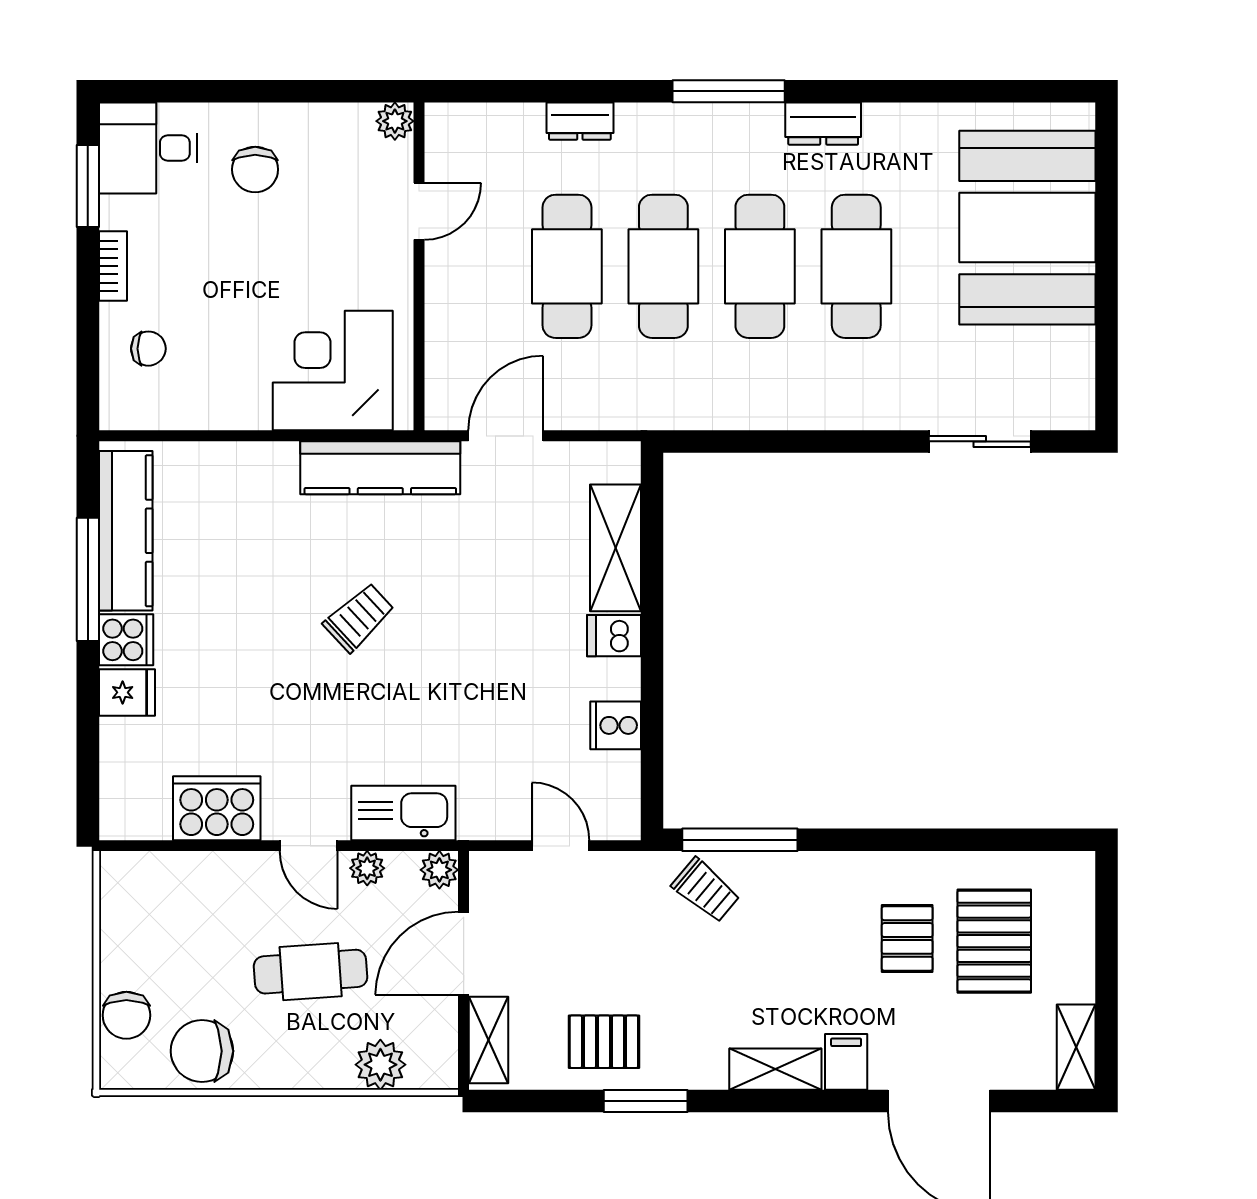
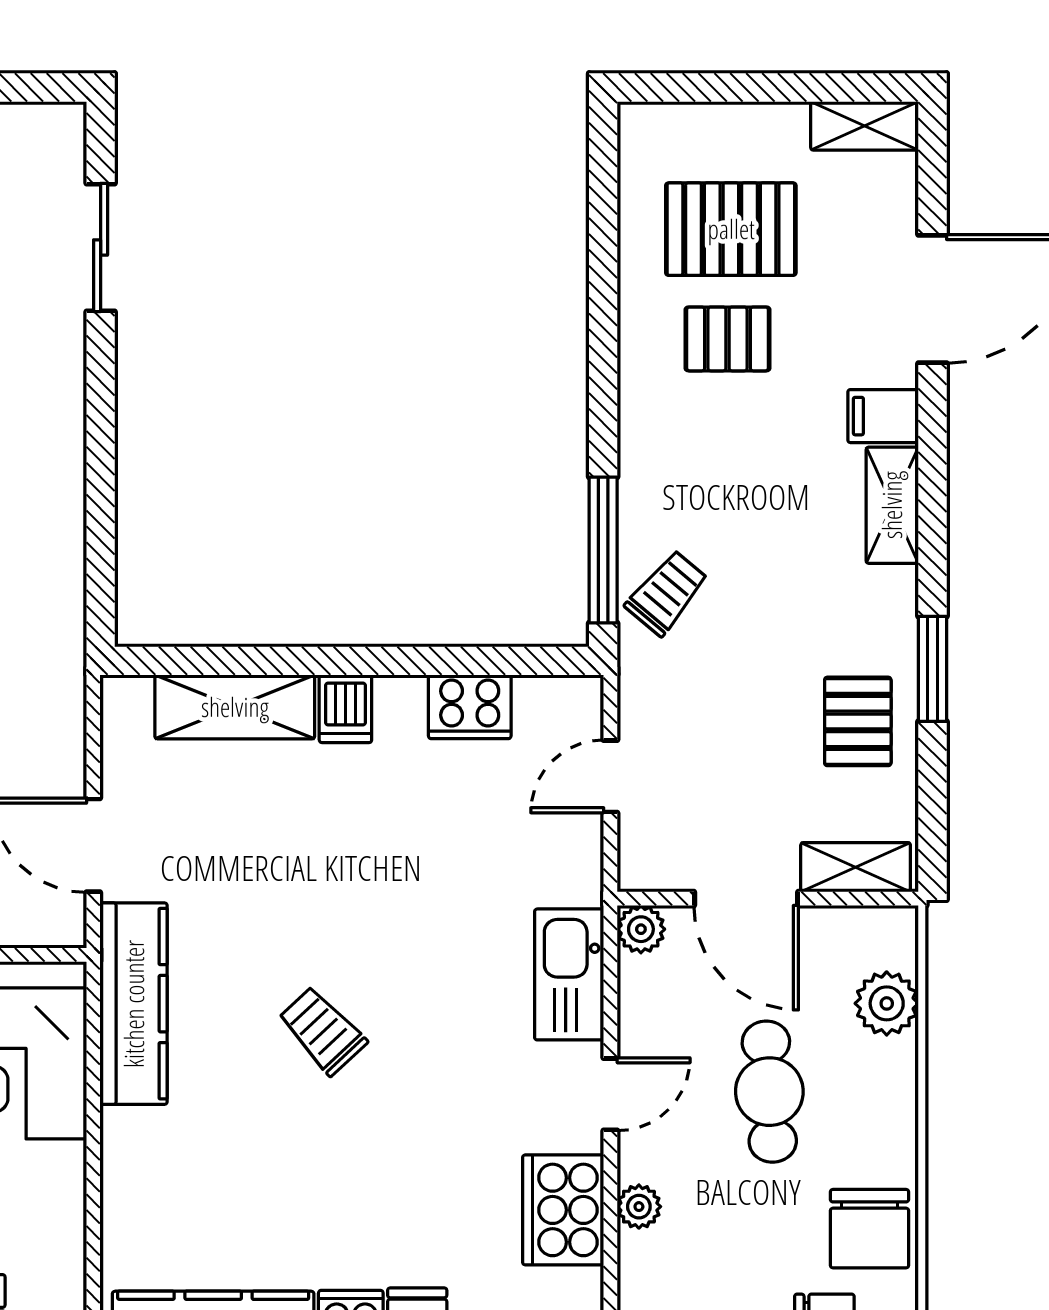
cooker: (616, 725) -> (470, 707), width x1.36
plant: (367, 868) -> (639, 1207), moved

